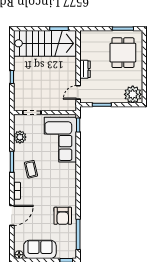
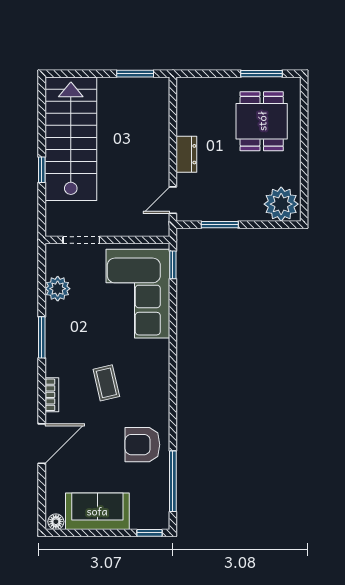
stairs: (45, 43) -> (71, 139), moved, turned -90
coffee table: (31, 169) -> (106, 383), moved
armchair: (63, 216) -> (142, 445), turned 90

